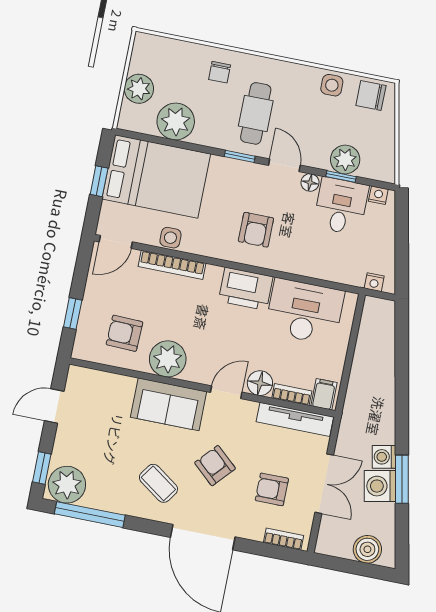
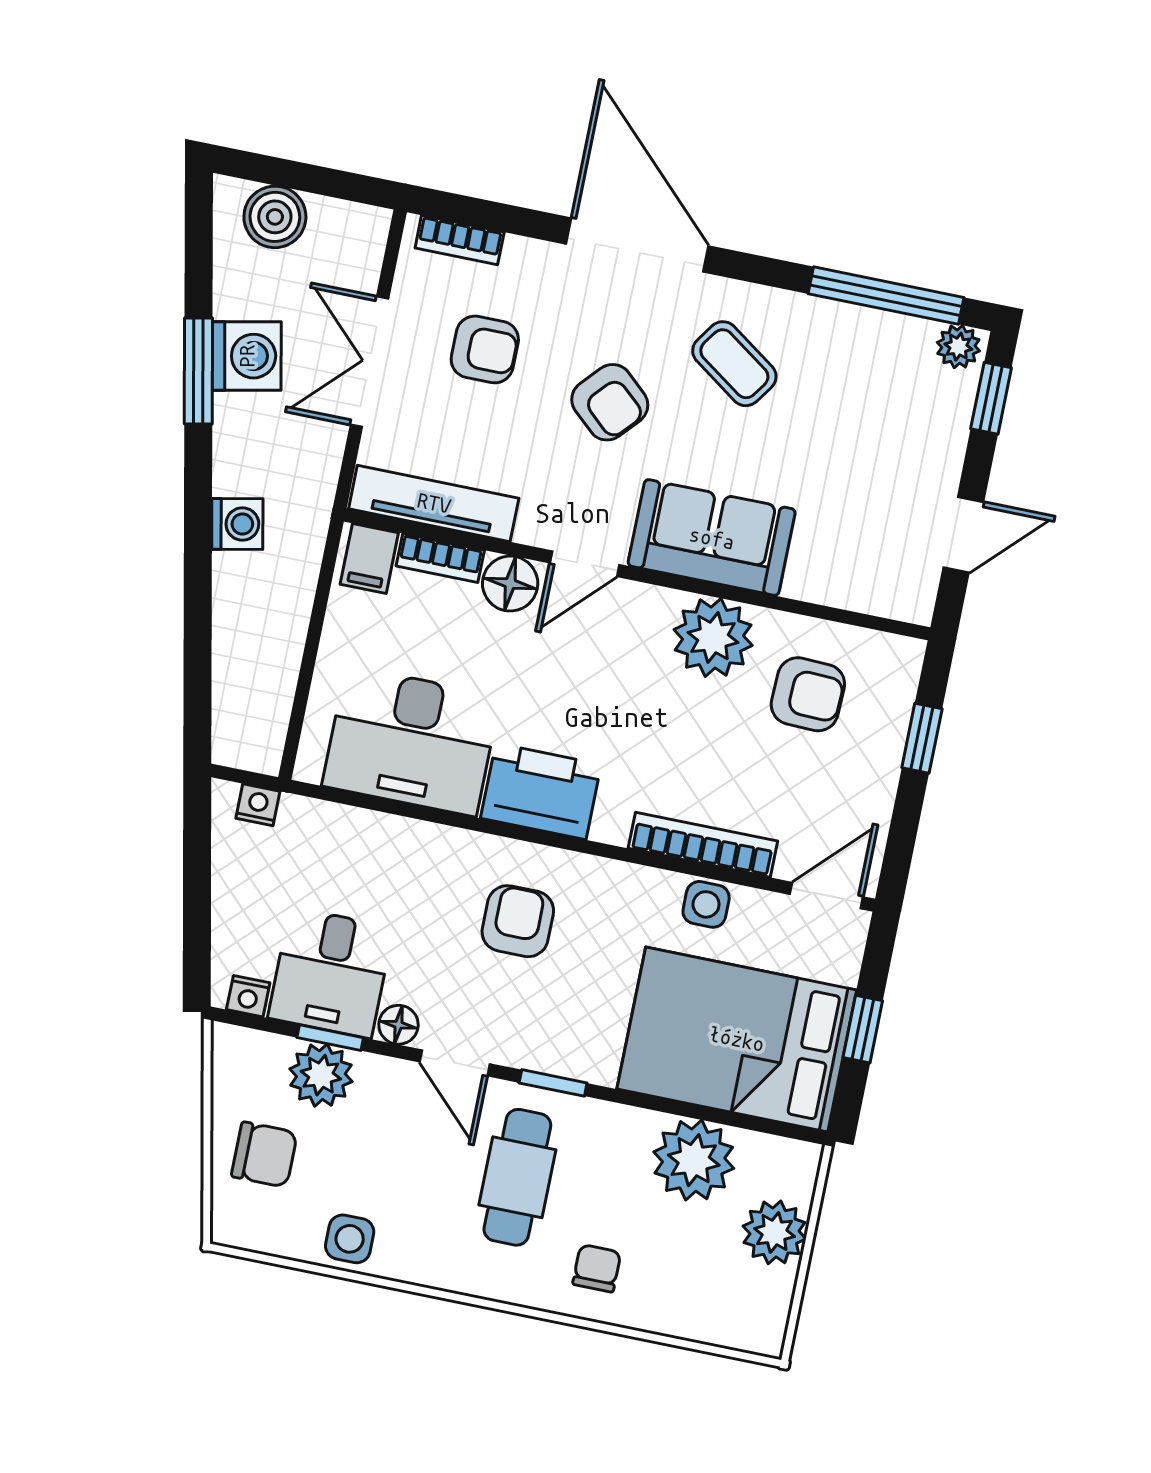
chair: (371, 95) -> (264, 1155), moved
washing machine: (384, 457) -> (237, 524), moved
plant: (67, 485) -> (958, 347), width x0.53, depth x0.53

